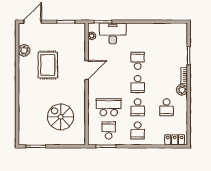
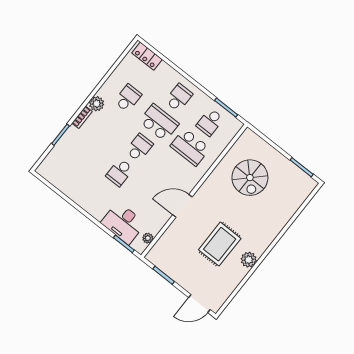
plant: (24, 50) -> (249, 260), moved
school desk: (138, 107) -> (159, 123), width x1.85

